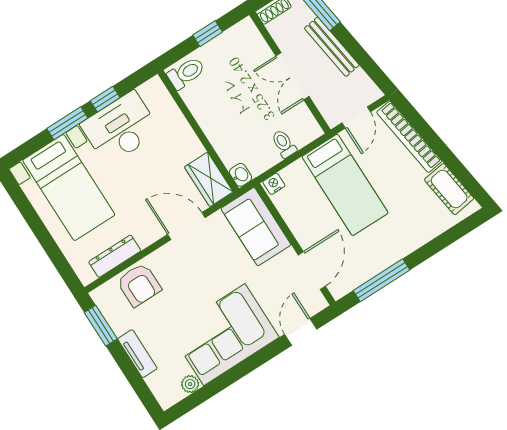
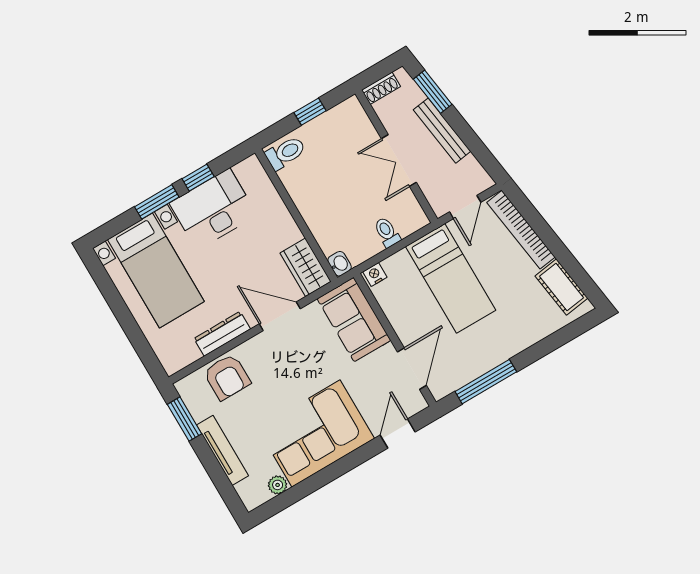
dresser: (115, 256) -> (222, 334), moved
tv unit: (137, 354) -> (223, 450), width x1.41

